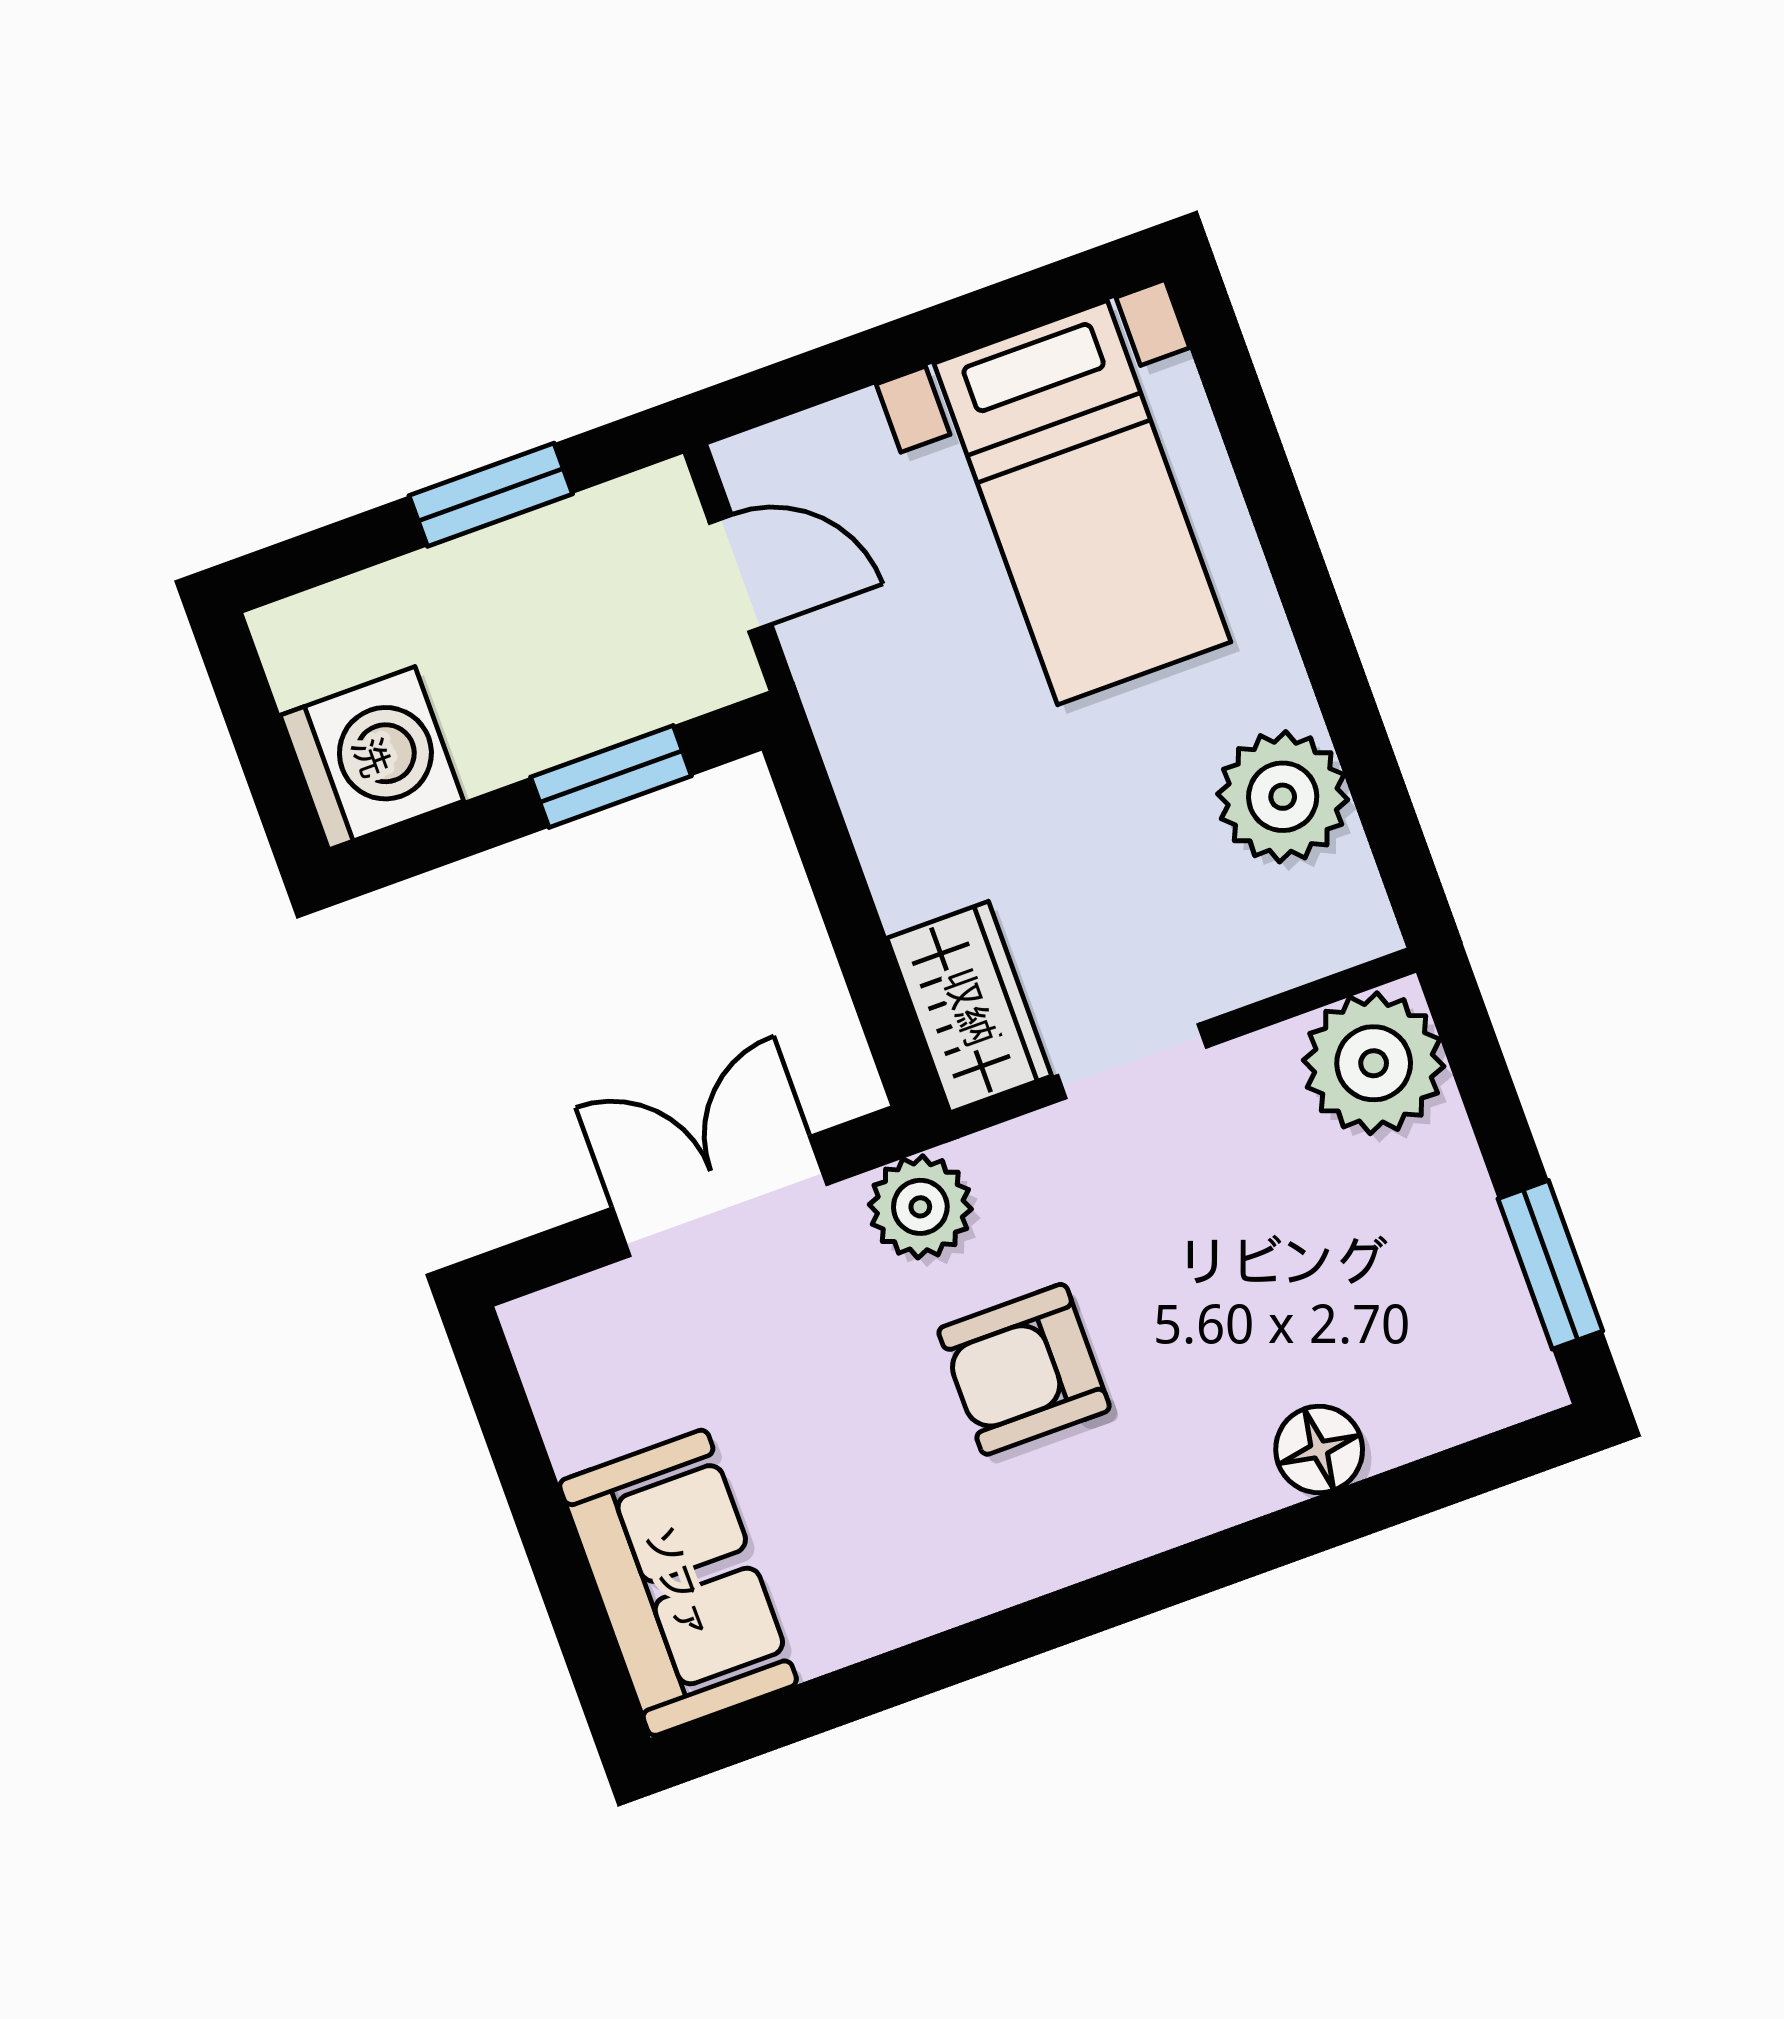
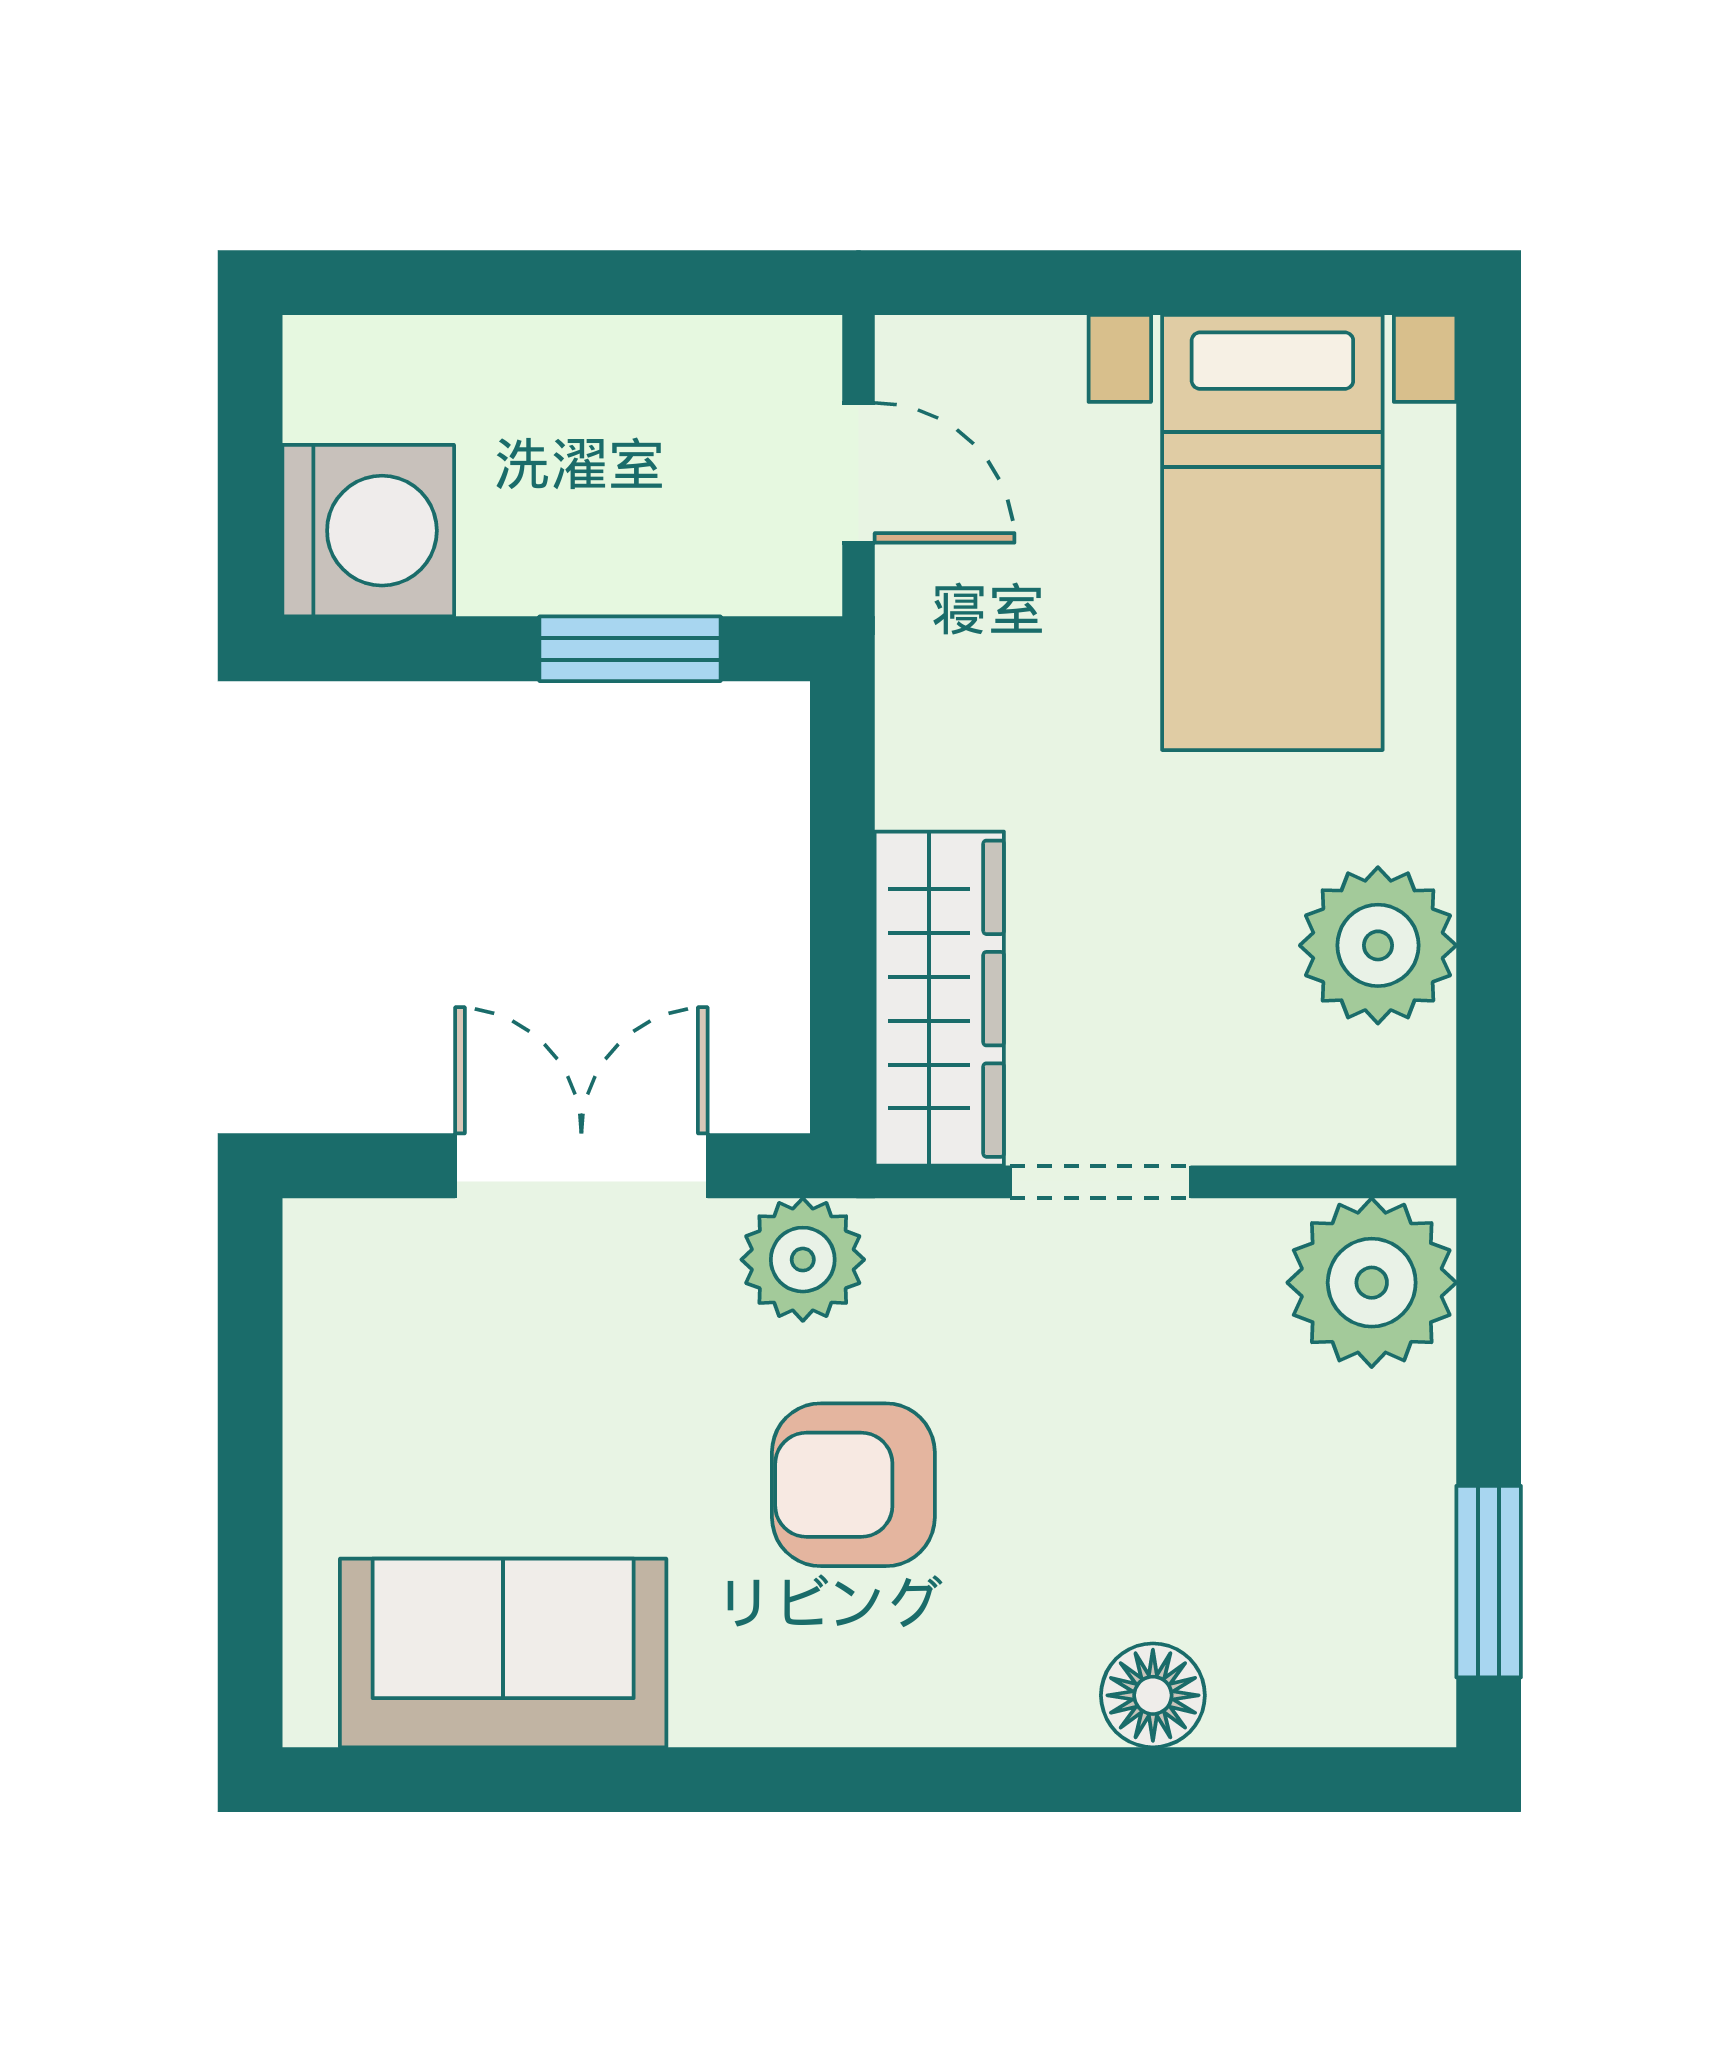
window: (491, 495) -> (609, 283), removed
wardrobe: (969, 1007) -> (939, 999), width x1.50
sofa: (678, 1583) -> (503, 1653), moved, turned -90

